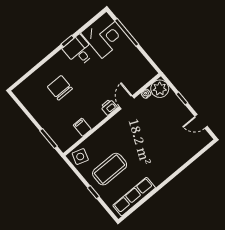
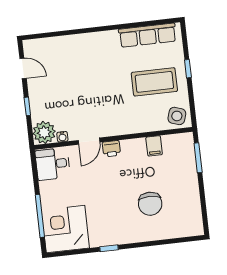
desk: (79, 51) -> (53, 164), moved, turned 90

